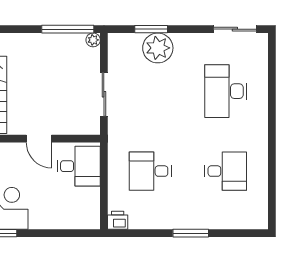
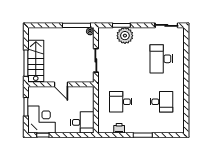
desk: (79, 166) -> (82, 122), moved
printer: (118, 220) -> (119, 128), moved

